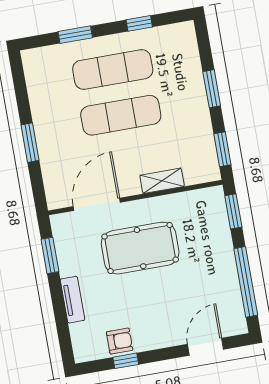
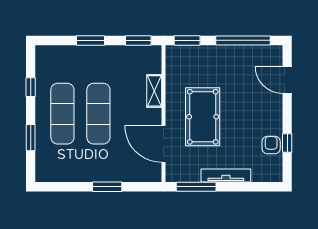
window: (50, 255) -> (196, 187), width x1.44
tv unit: (72, 300) -> (226, 175), width x1.41

